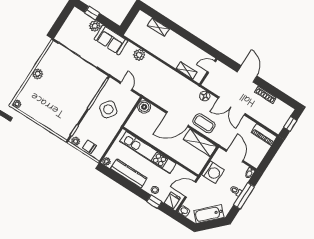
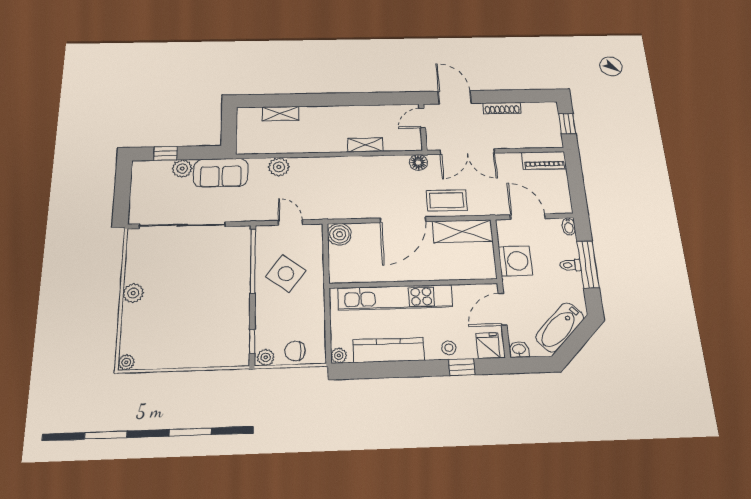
door: (211, 67) -> (422, 118), moved
wall: (208, 72) -> (423, 127), moved

